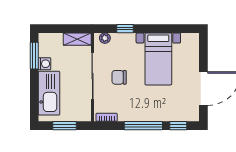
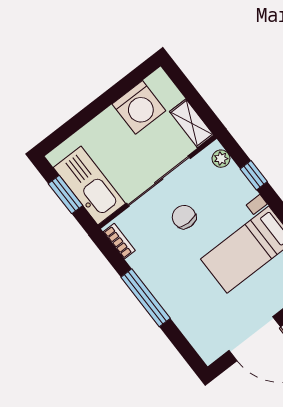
window: (34, 56) -> (126, 84), removed
washing machine: (45, 64) -> (139, 107), width x1.89, depth x1.89
kitchen sink: (49, 93) -> (89, 185), moved, turned -90
window: (178, 126) -> (181, 343), removed

